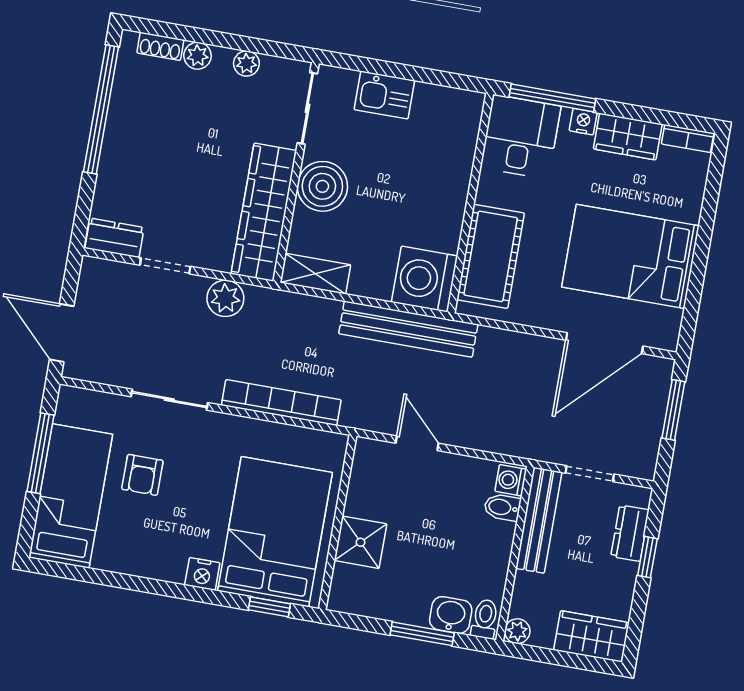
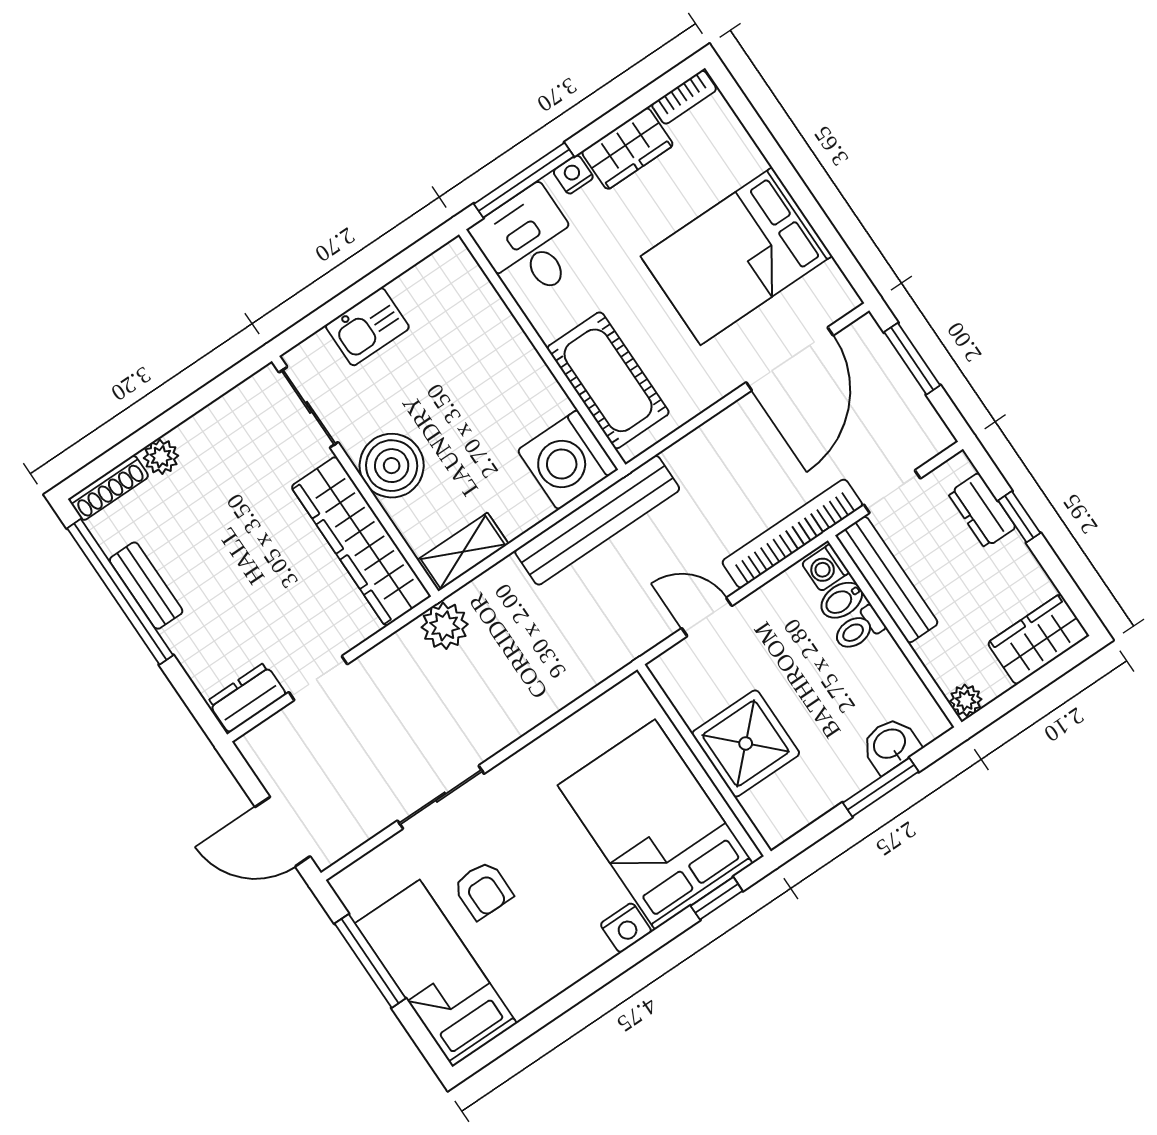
shoe rack: (160, 46) -> (109, 488), width x1.43
plant: (246, 63) -> (213, 420), removed
bench: (119, 120) -> (146, 586), added
plant: (225, 298) -> (445, 626), moved
bookcase: (281, 402) -> (792, 534), moved
shower: (360, 542) -> (746, 743), width x1.36, depth x1.36
toilet: (485, 619) -> (859, 629), moved, turned -90

